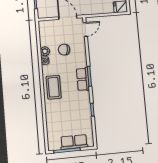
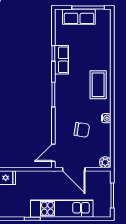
plant: (45, 51) -> (105, 162), moved
row of seats: (83, 79) -> (62, 60), moved

